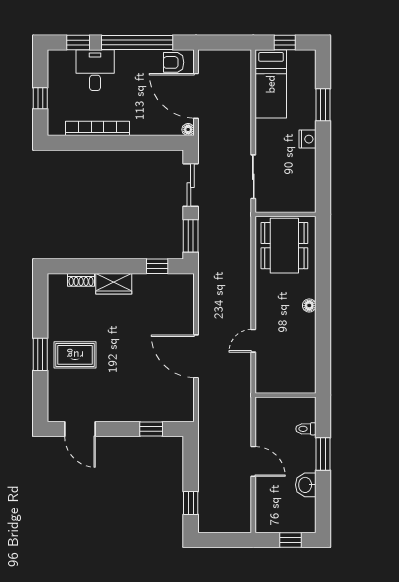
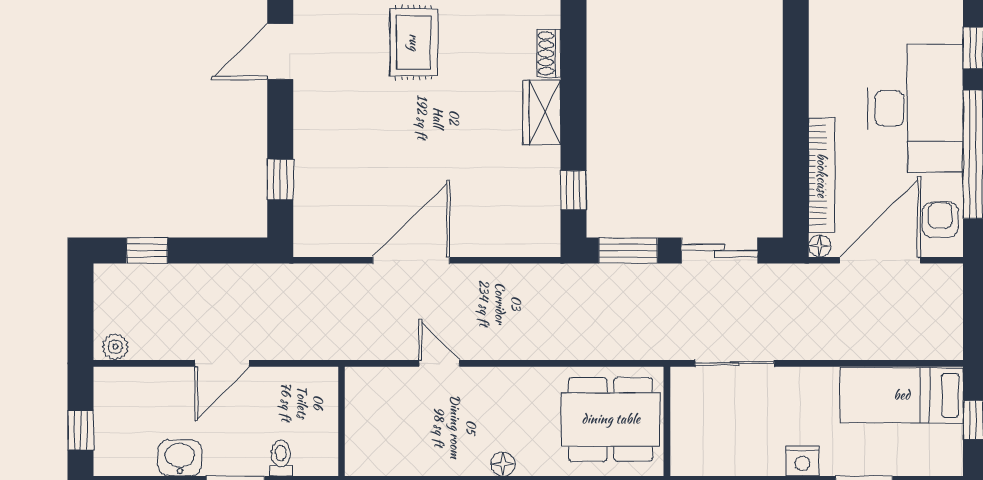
desk: (95, 70) -> (915, 108), width x1.87, depth x1.30
bookcase: (97, 128) -> (822, 175), moved
plant: (244, 521) -> (115, 347), added

